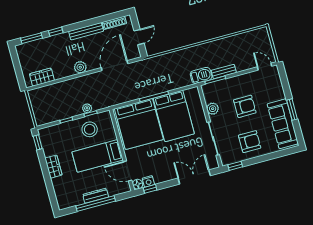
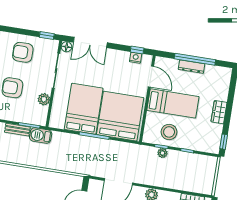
floor lamp: (138, 184) -> (66, 47), moved

